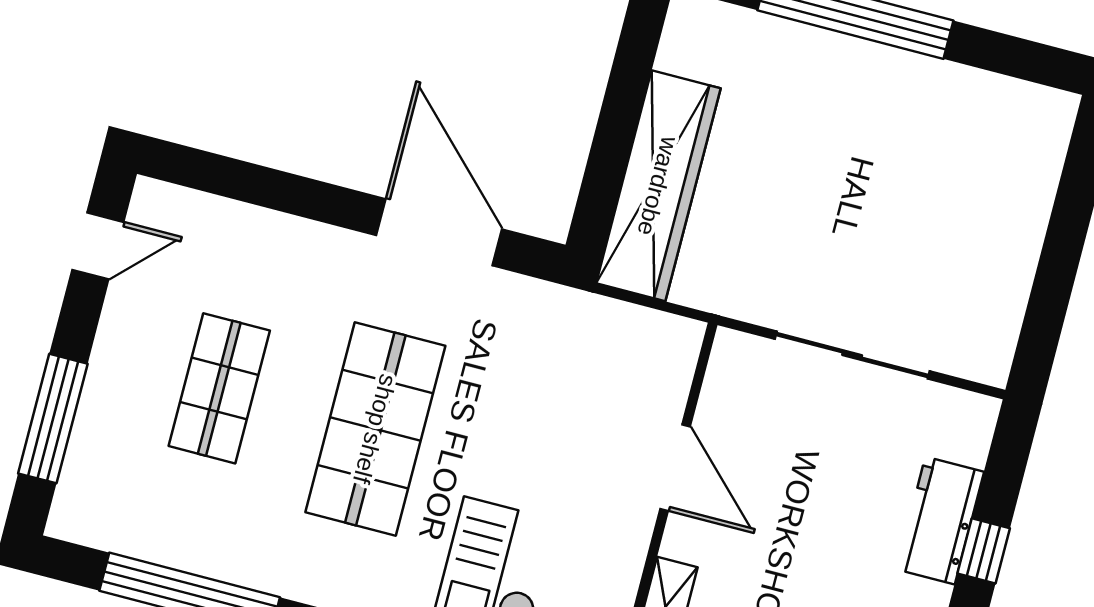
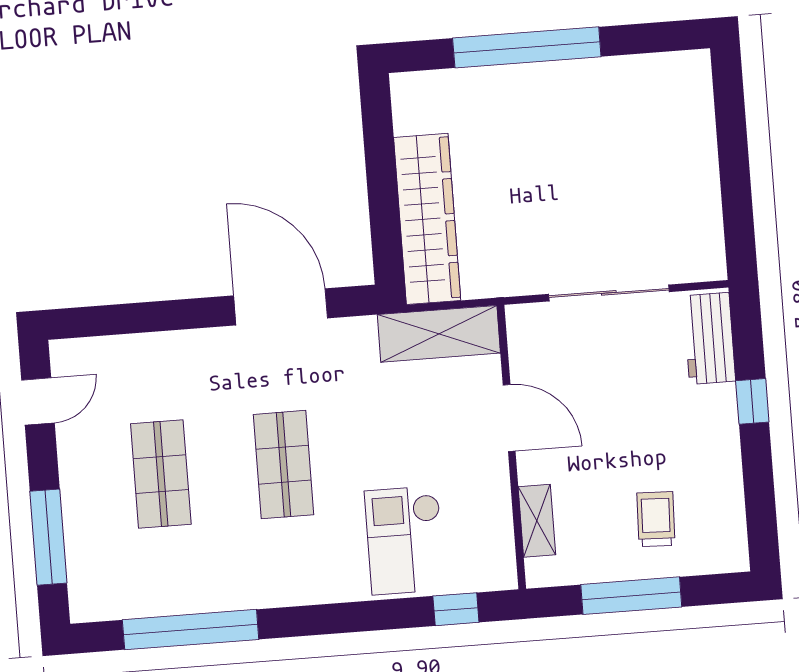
shelving: (624, 333) -> (439, 334), added
shop shelf: (375, 429) -> (283, 465), width x0.70, depth x0.74
workbench: (940, 520) -> (709, 338), moved

